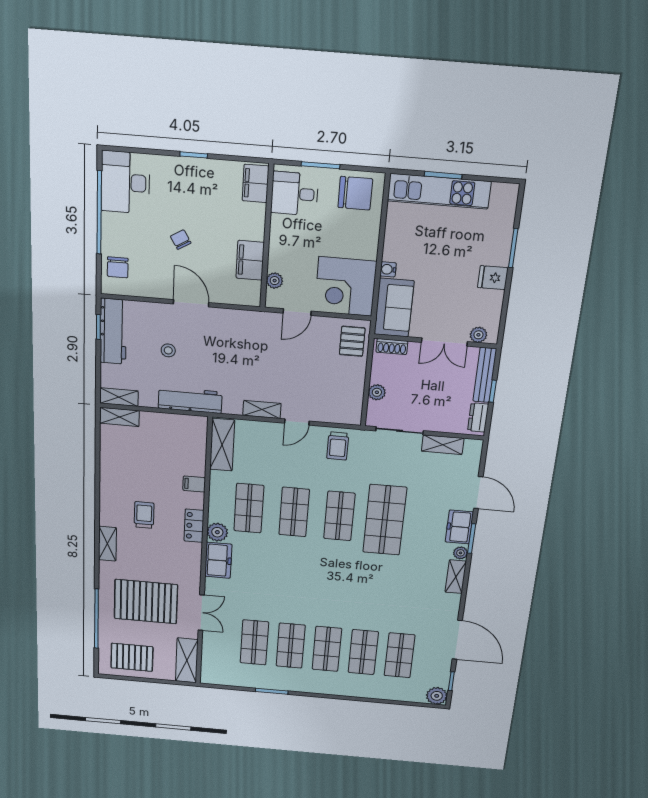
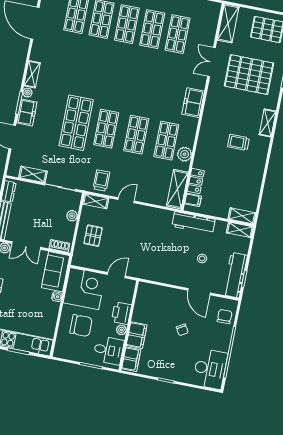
chair: (355, 193) -> (81, 326), moved, turned 180
printer: (281, 255) -> (121, 313), added
filing cabinet: (250, 260) -> (137, 335), moved
plant: (275, 281) -> (121, 330), moved
door: (191, 303) -> (199, 292), moved
pallet: (352, 341) -> (93, 236), moved
double door: (444, 342) -> (26, 245), swing flipped
shelving: (262, 409) -> (96, 201), moved
filing cabinet: (194, 484) -> (193, 200), moved
trolley: (144, 515) -> (238, 142), turned 90
locker: (194, 526) -> (196, 181), moved
plant: (217, 532) -> (185, 154), moved

